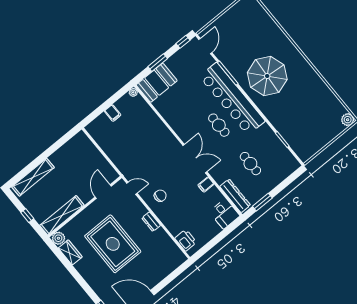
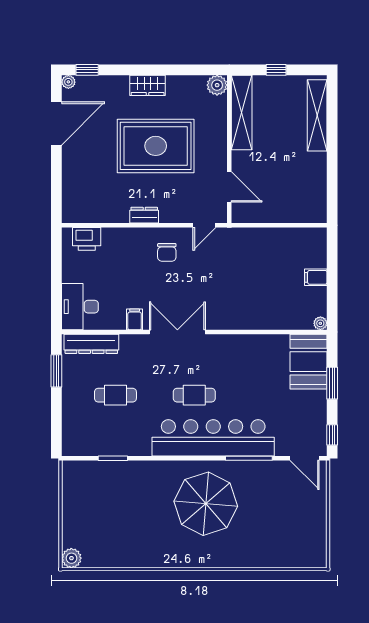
double door: (195, 159) -> (177, 332), swing flipped
desk: (225, 214) -> (80, 307), width x1.37
wardrobe: (70, 252) -> (148, 85), moved

